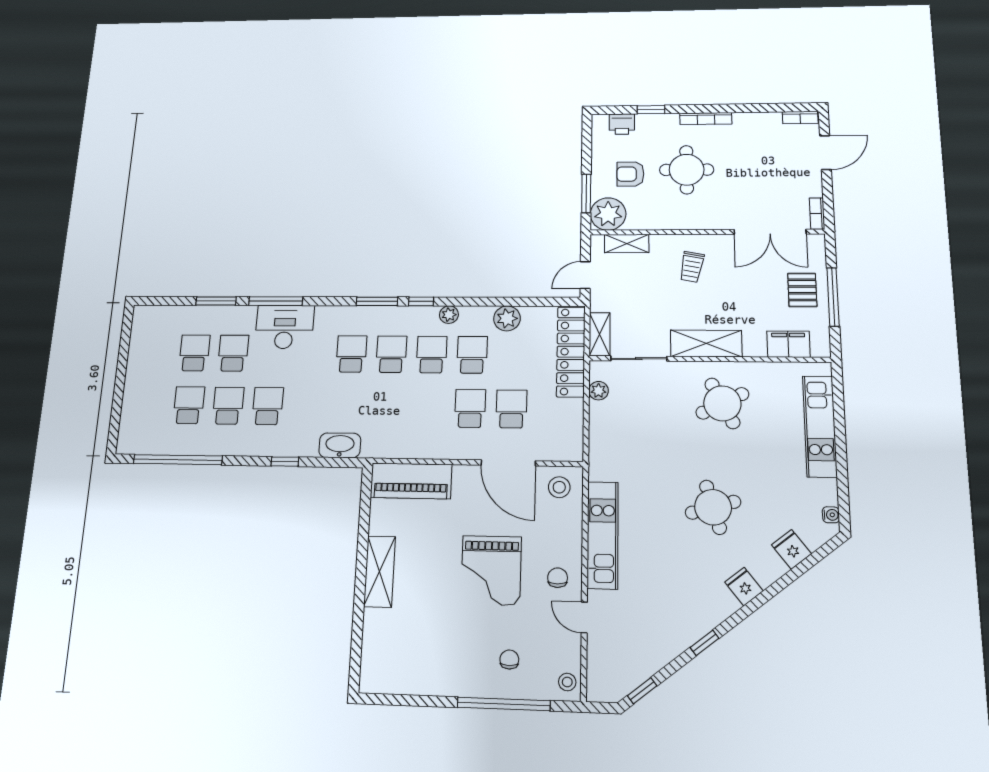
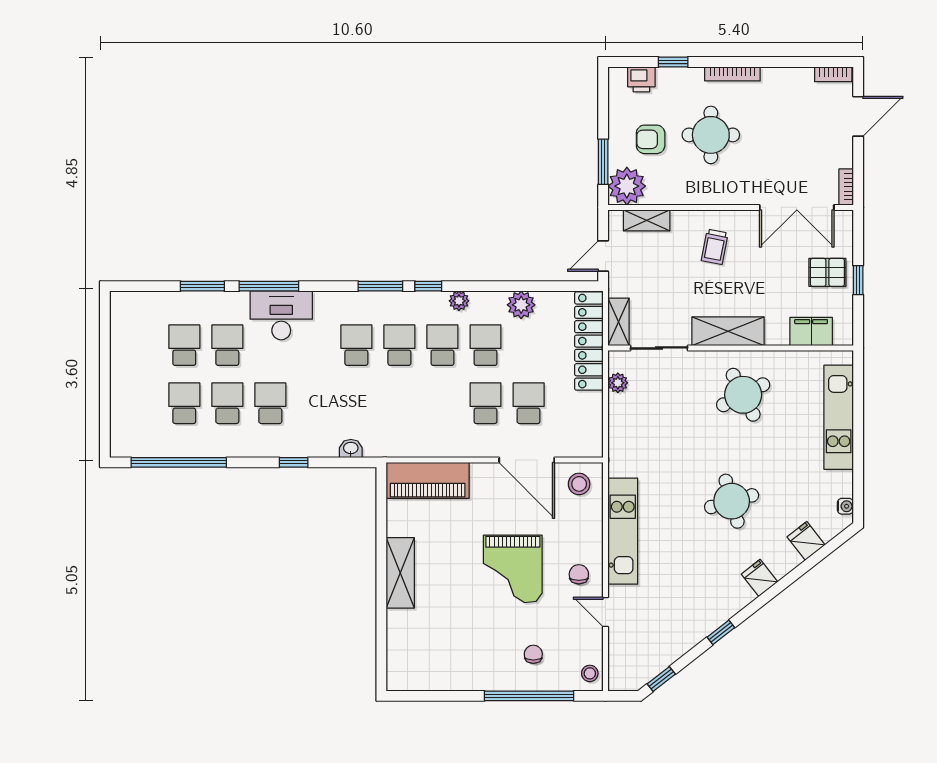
pallet: (802, 290) -> (827, 272), turned 90
window: (833, 297) -> (858, 280), width x0.46
washbasin: (340, 445) -> (351, 448), width x0.52, depth x0.69

